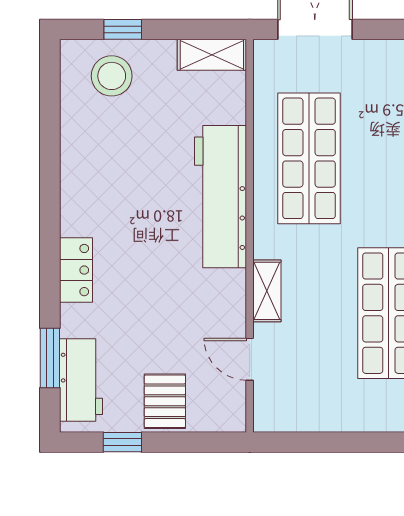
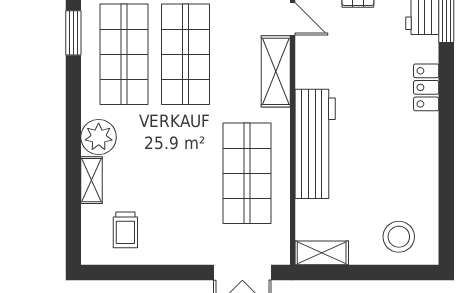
window: (123, 29) -> (390, 273), removed
shelving: (267, 291) -> (276, 71), width x1.50, depth x1.33

